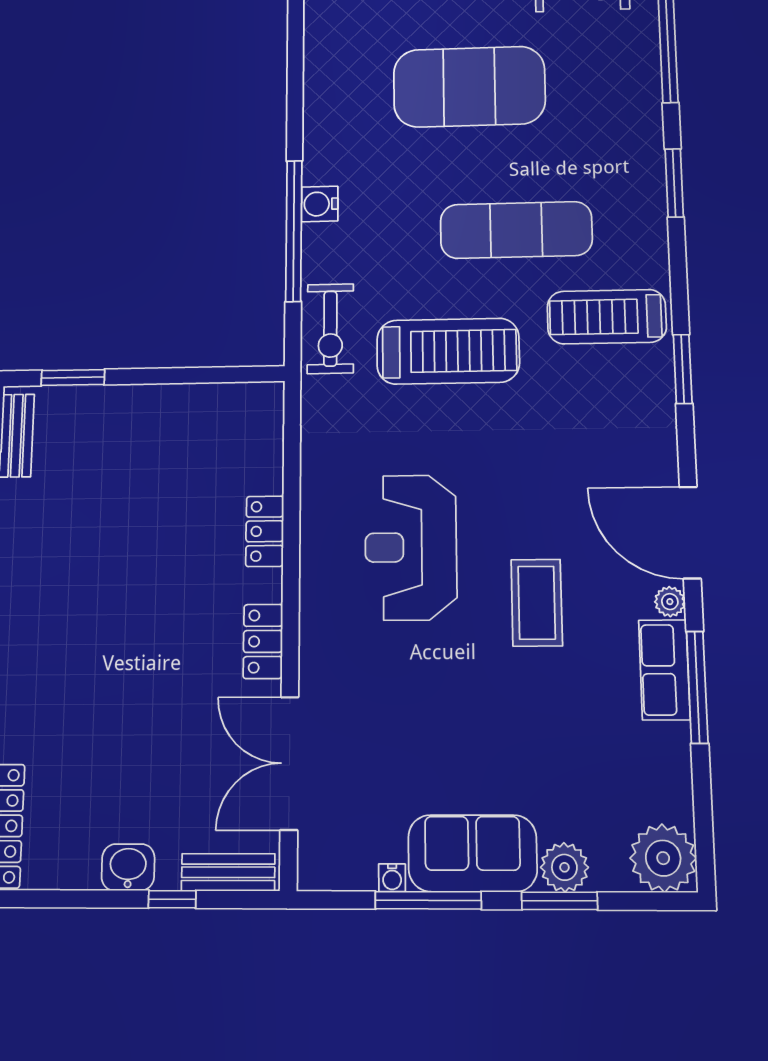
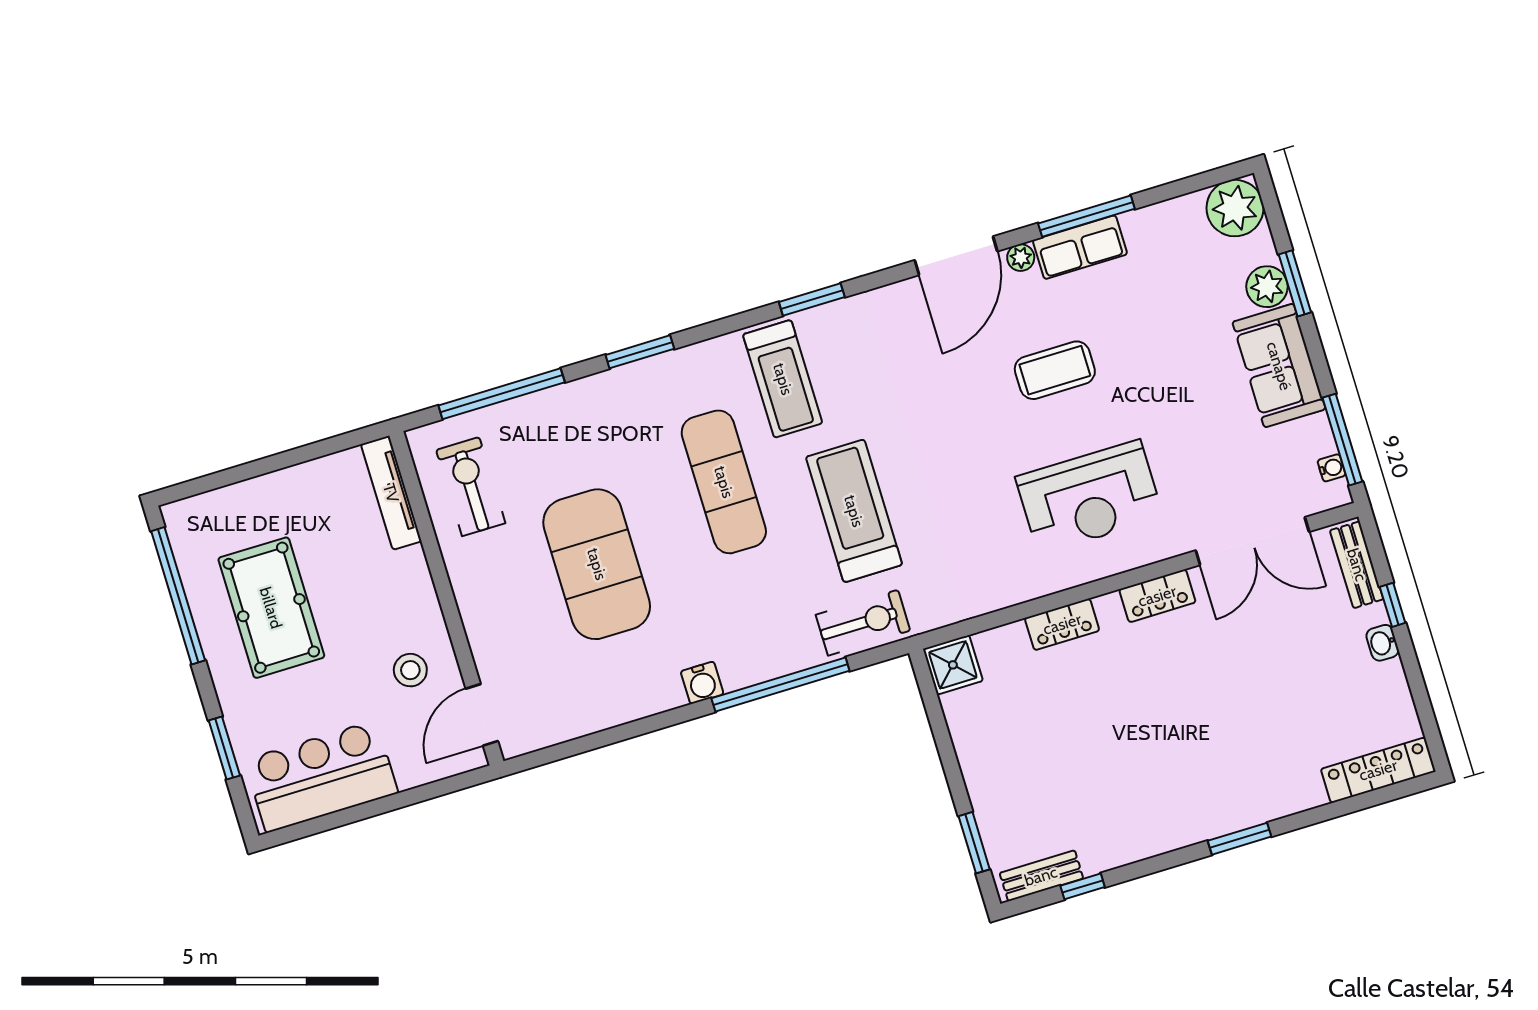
water cooler: (320, 204) -> (702, 683), moved
shower: (259, 407) -> (953, 665), added
reception desk: (411, 547) -> (1089, 497), moved
washbasin: (128, 867) -> (1382, 643), width x0.72, depth x0.69
water cooler: (392, 878) -> (1331, 468), moved
window: (428, 900) -> (1342, 440), moved

